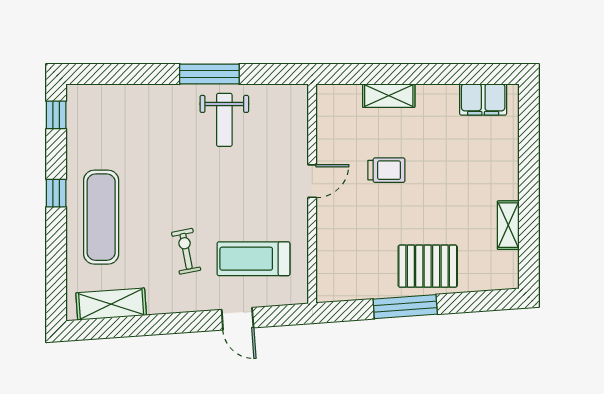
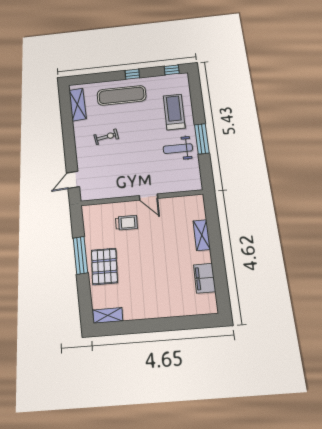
filing cabinet: (483, 99) -> (205, 278), moved
trolley: (386, 170) -> (126, 223), moved, turned -90
shelving: (508, 225) -> (108, 315), moved
treadmill: (253, 259) -> (174, 112), moved
door: (238, 319) -> (73, 180), moved

